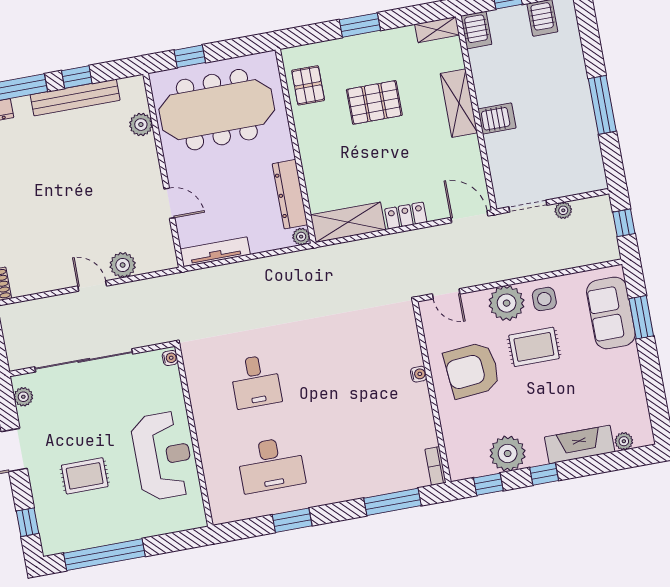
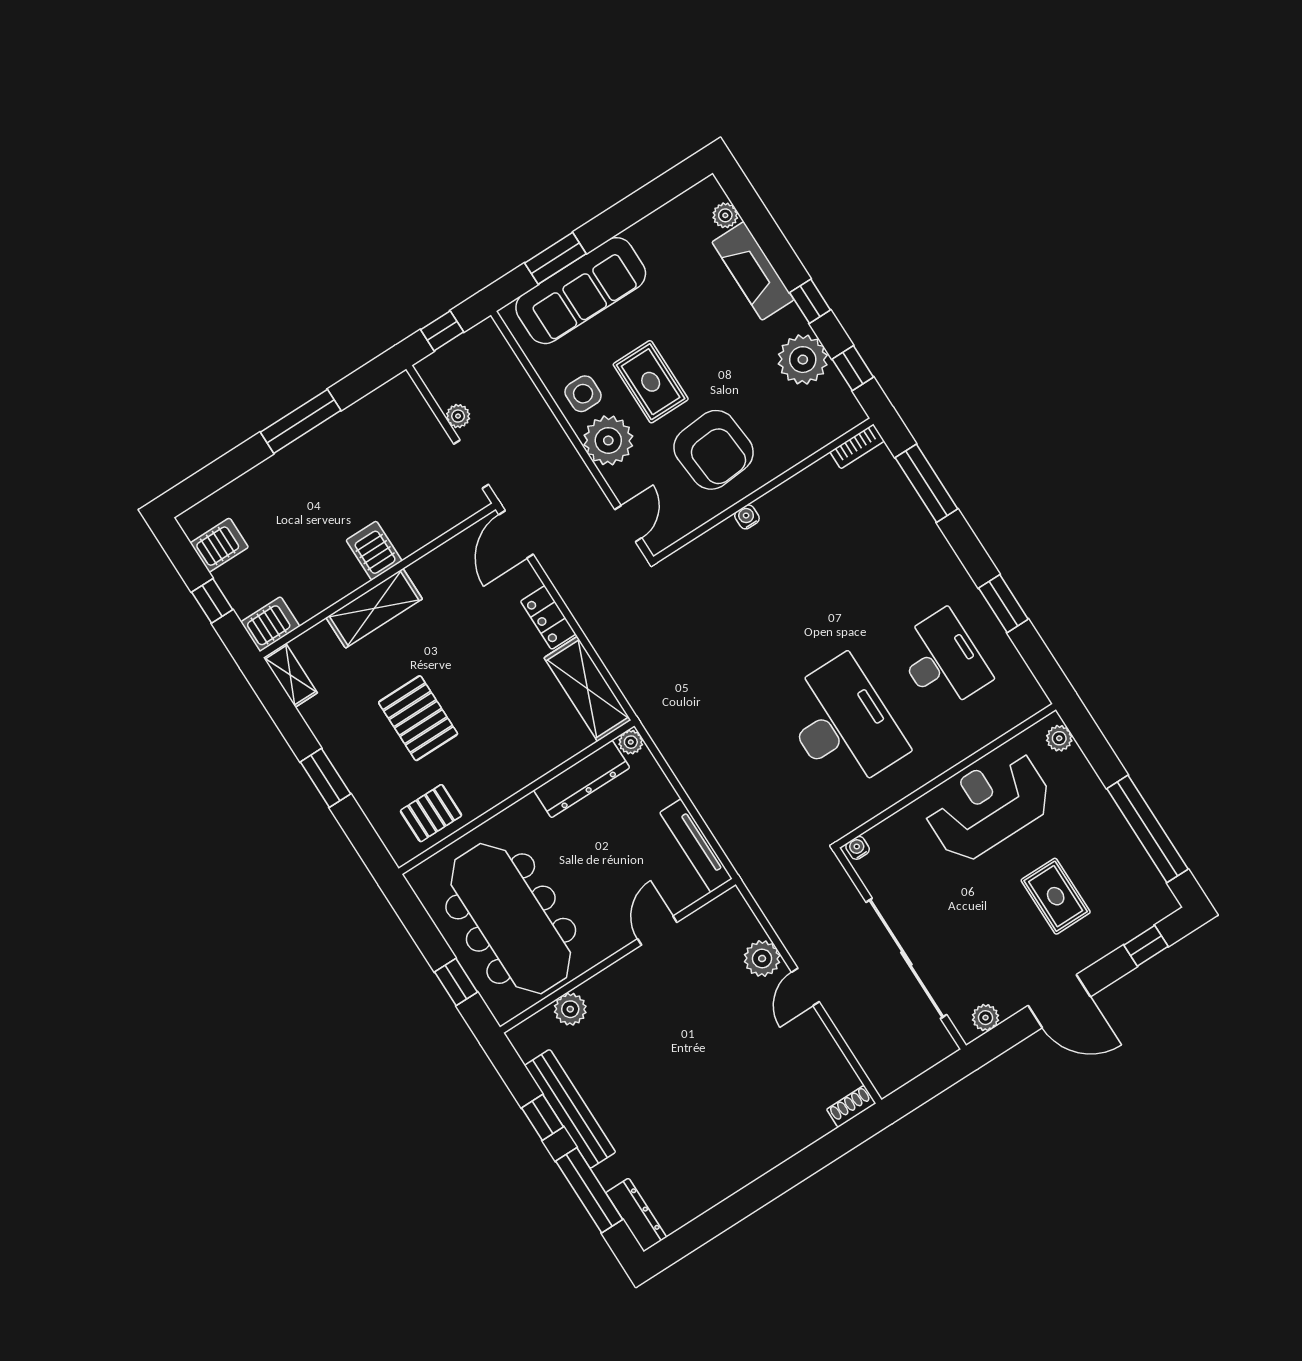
sofa: (611, 313) -> (581, 291), width x1.36
desk: (256, 381) -> (843, 724), width x1.87, depth x1.30
plant: (188, 521) -> (1059, 738), added

